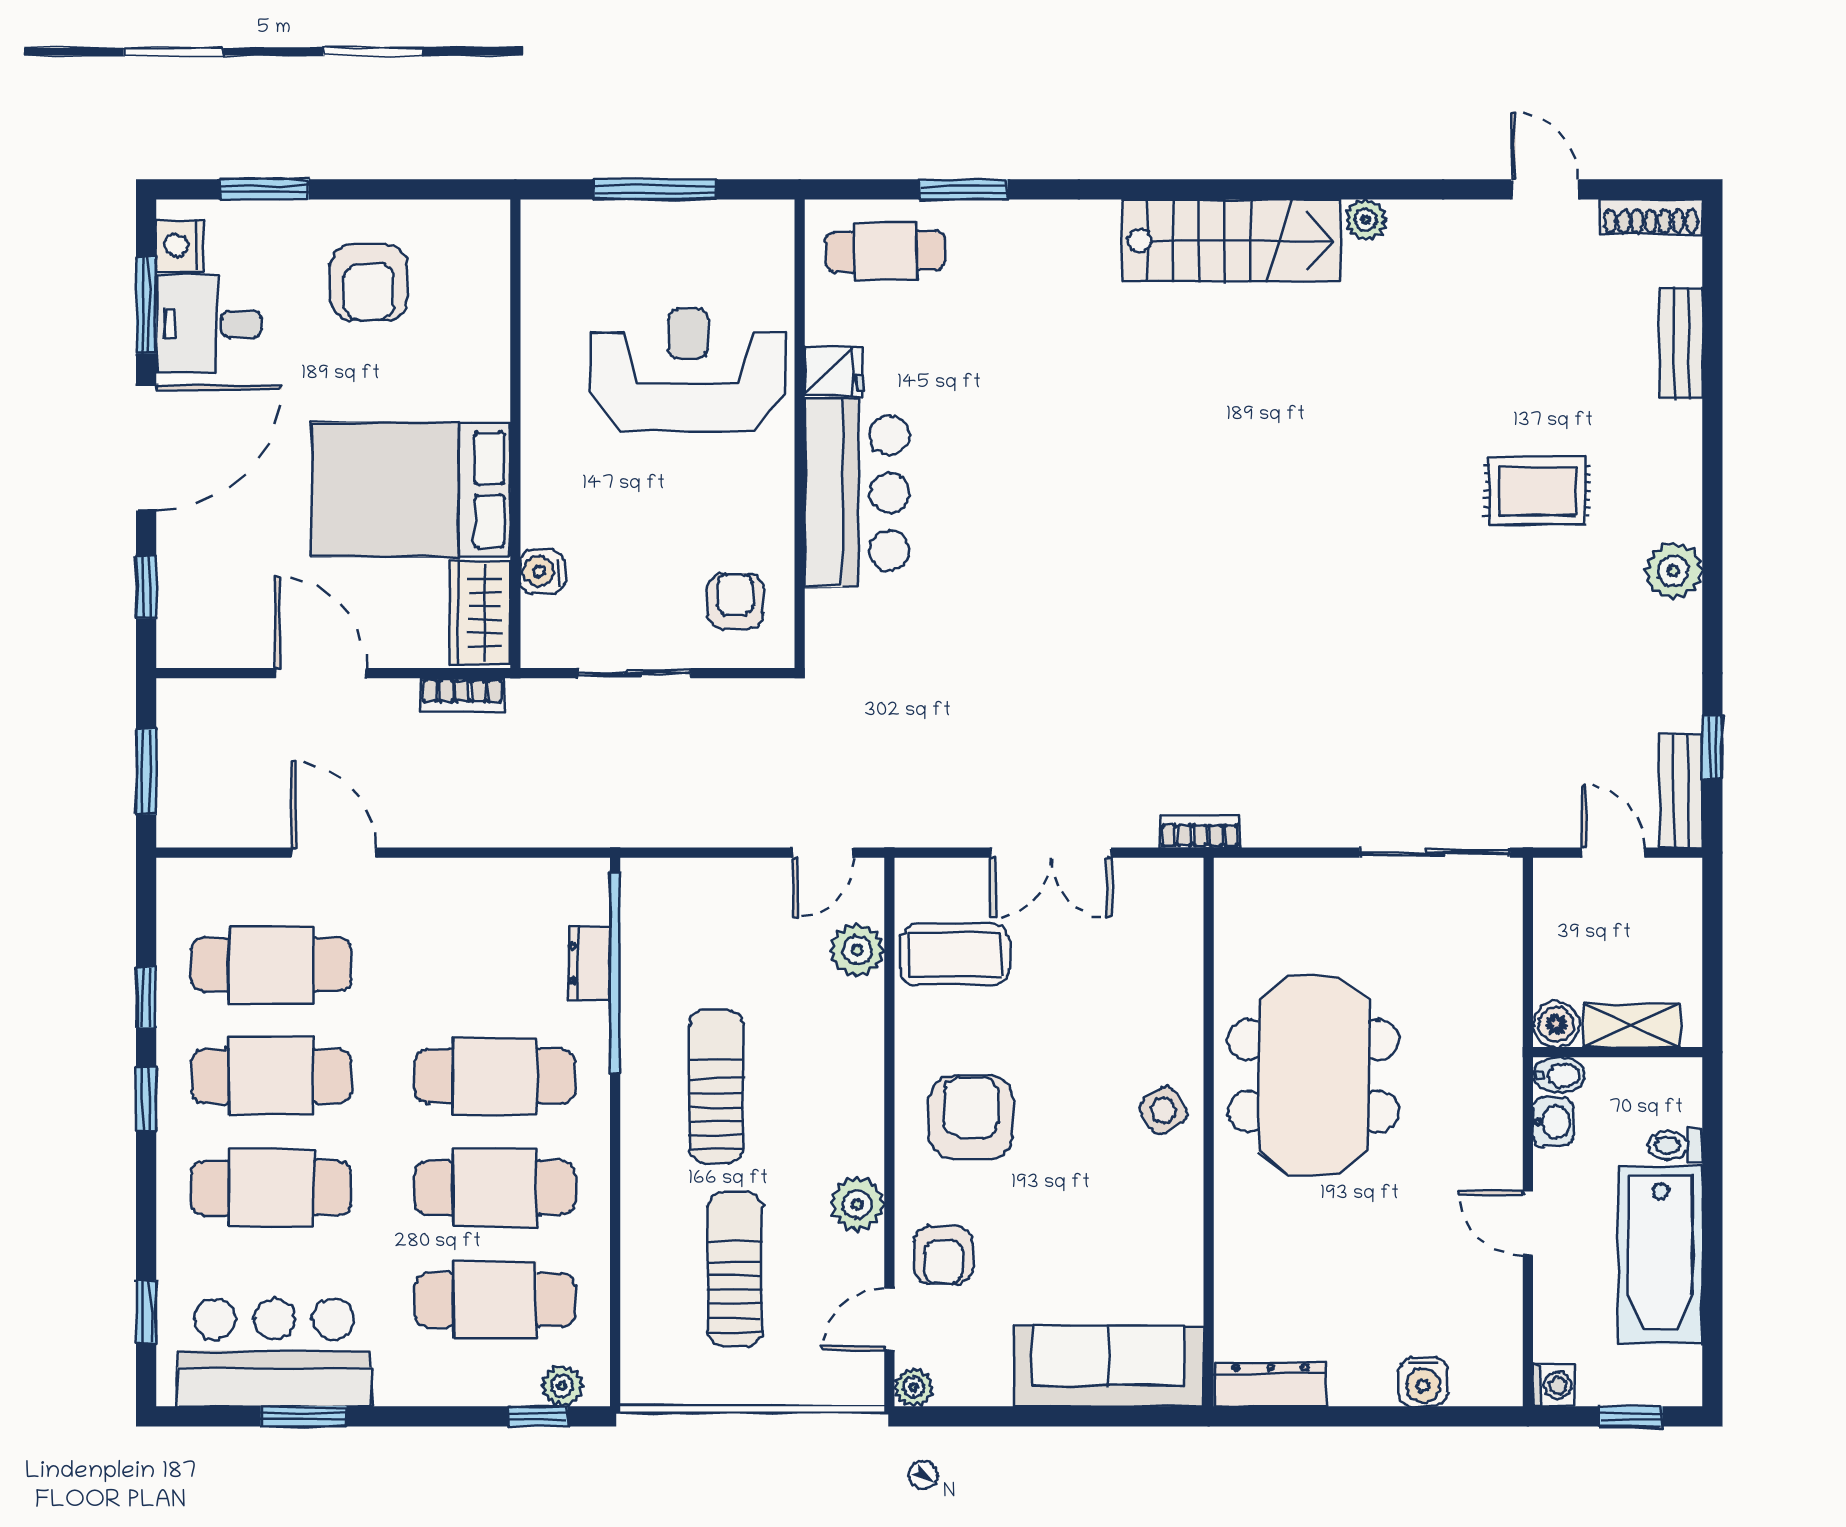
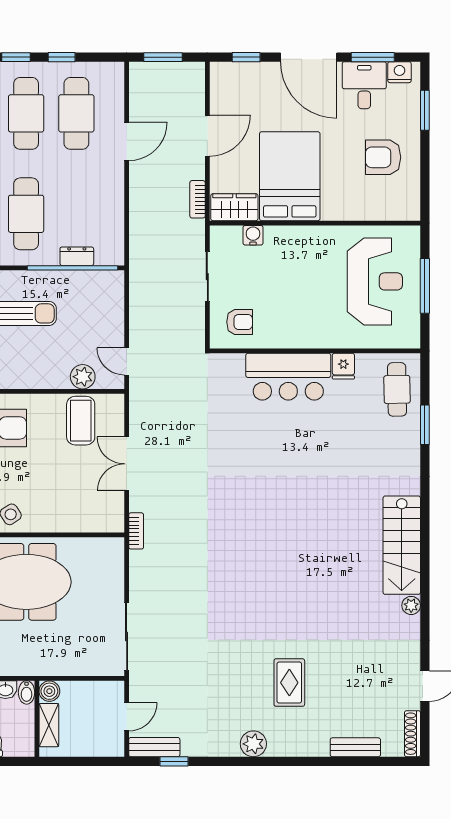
reception desk: (688, 369) -> (375, 281), moved

